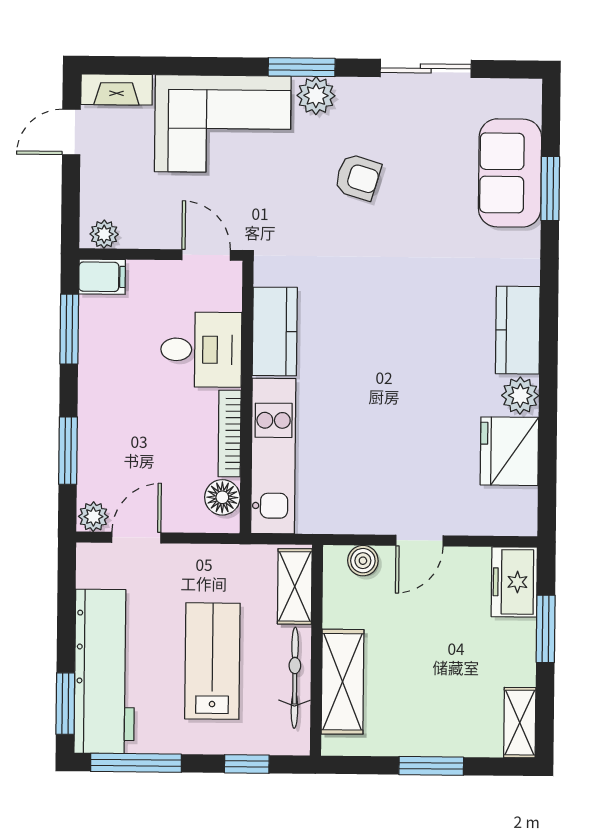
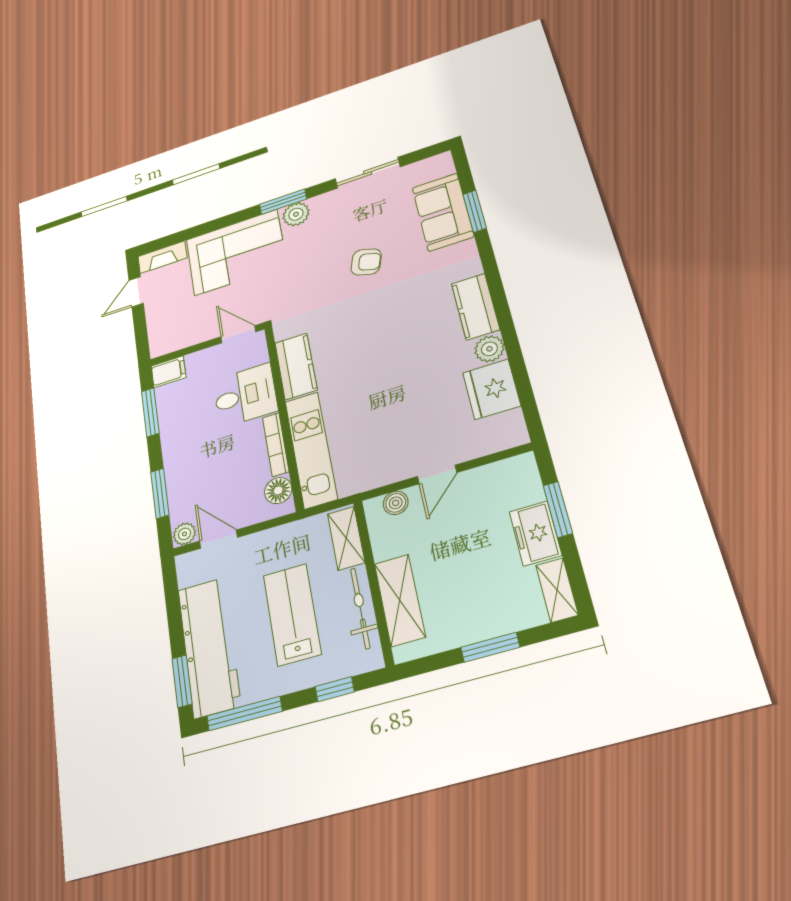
armchair: (358, 177) -> (366, 262), moved
plant: (104, 234) -> (166, 345), removed
door: (136, 538) -> (218, 539), hinge flipped
freezer: (514, 582) -> (535, 533), moved

